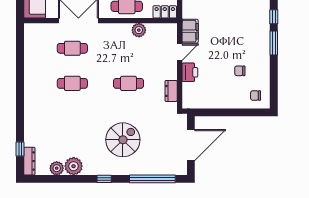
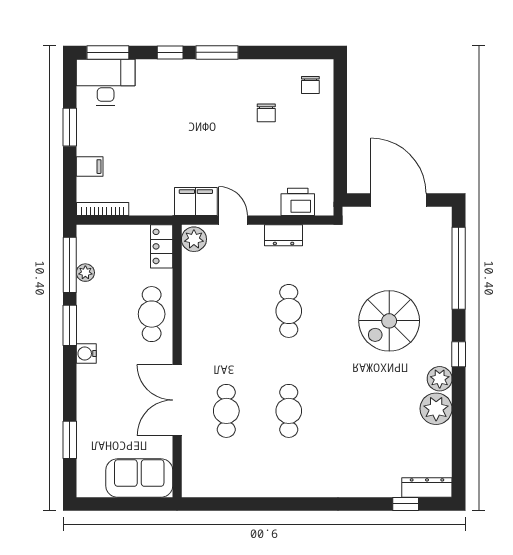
plant: (139, 30) -> (194, 239), moved
printer: (190, 72) -> (298, 202), moved
dresser: (171, 91) -> (284, 235), moved
spiral stairs: (123, 140) -> (389, 321), turned -90
plant: (57, 168) -> (440, 379), moved

